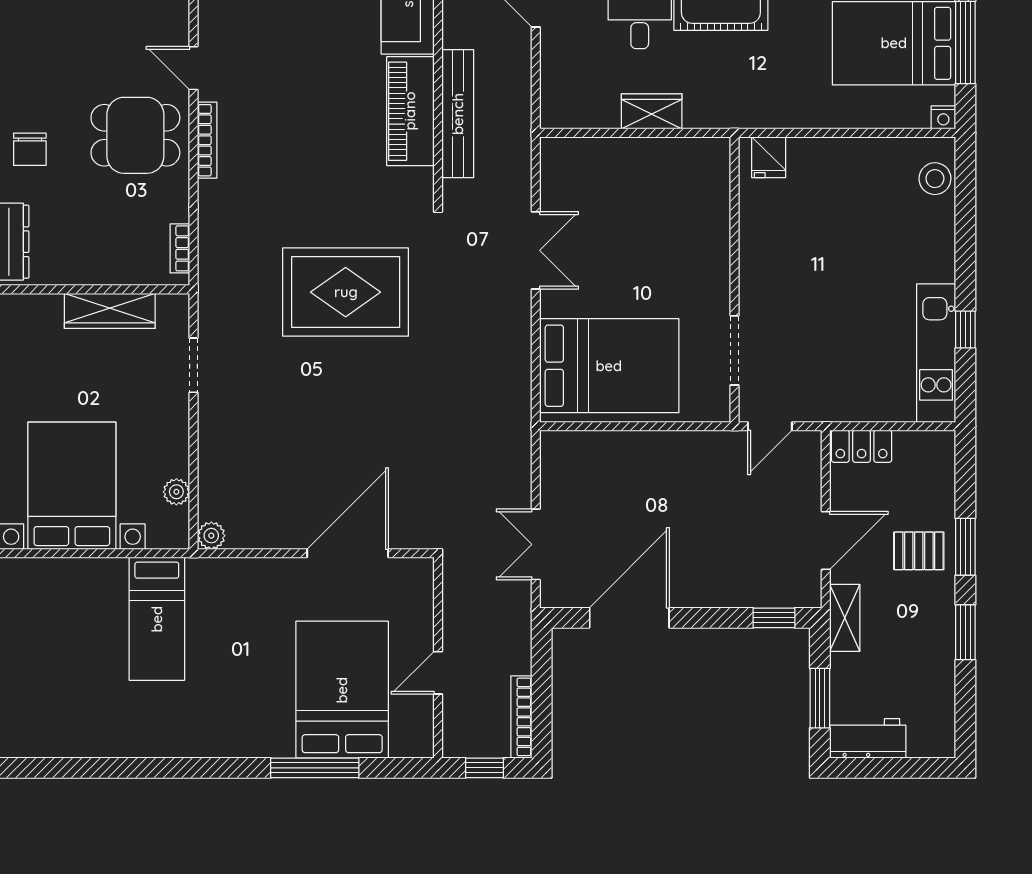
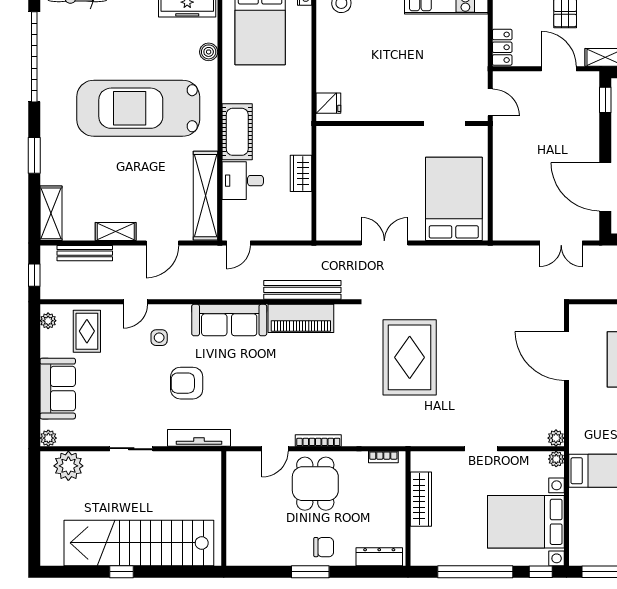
doorway: (194, 365) -> (481, 449), moved
plant: (176, 492) -> (556, 459), moved

